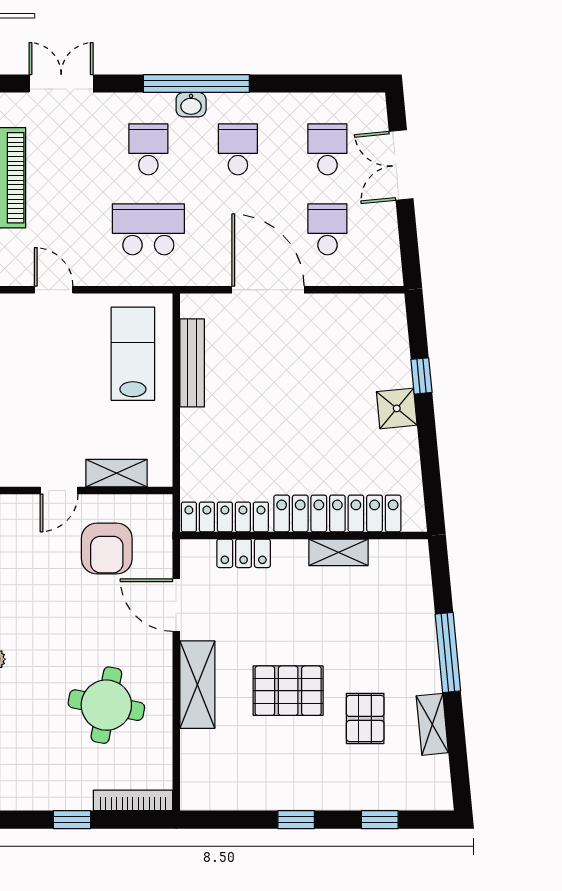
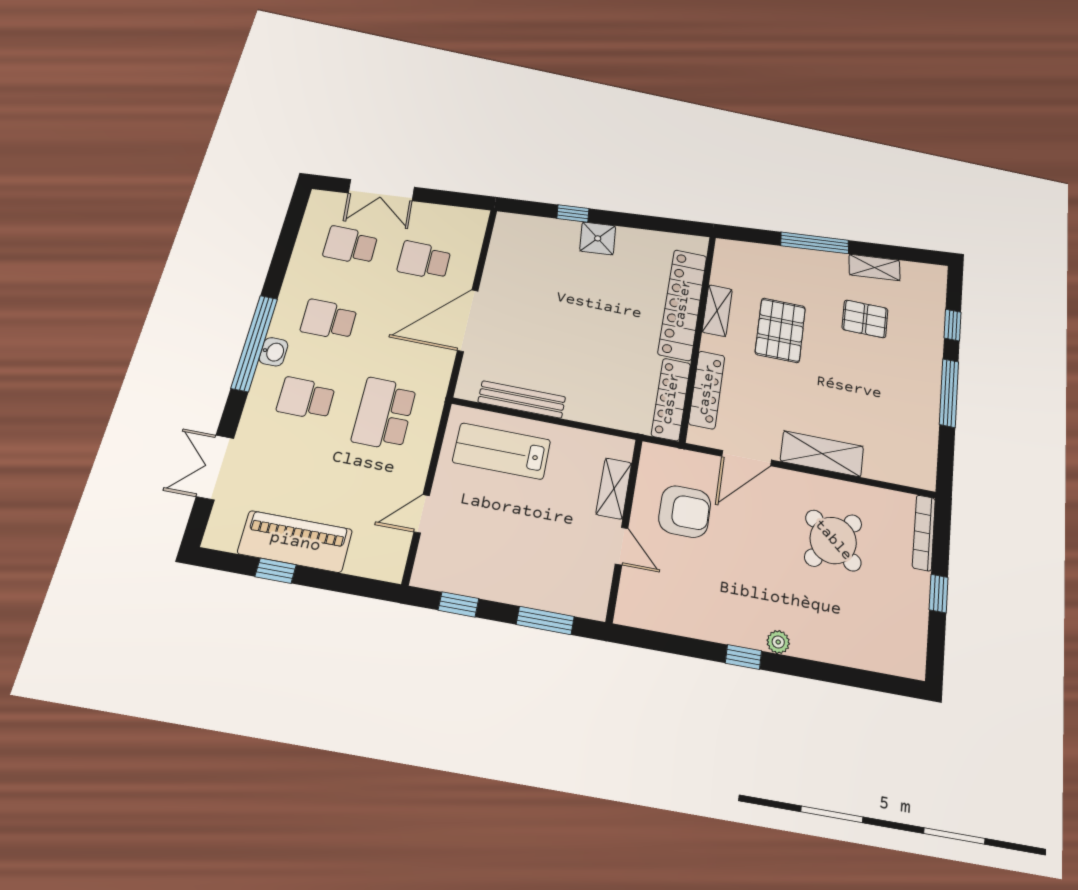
locker: (244, 553) -> (707, 390), width x1.53
pallet: (288, 691) -> (780, 330), moved
round table: (106, 705) -> (833, 540), turned 30
window: (296, 820) -> (949, 393), width x2.17

